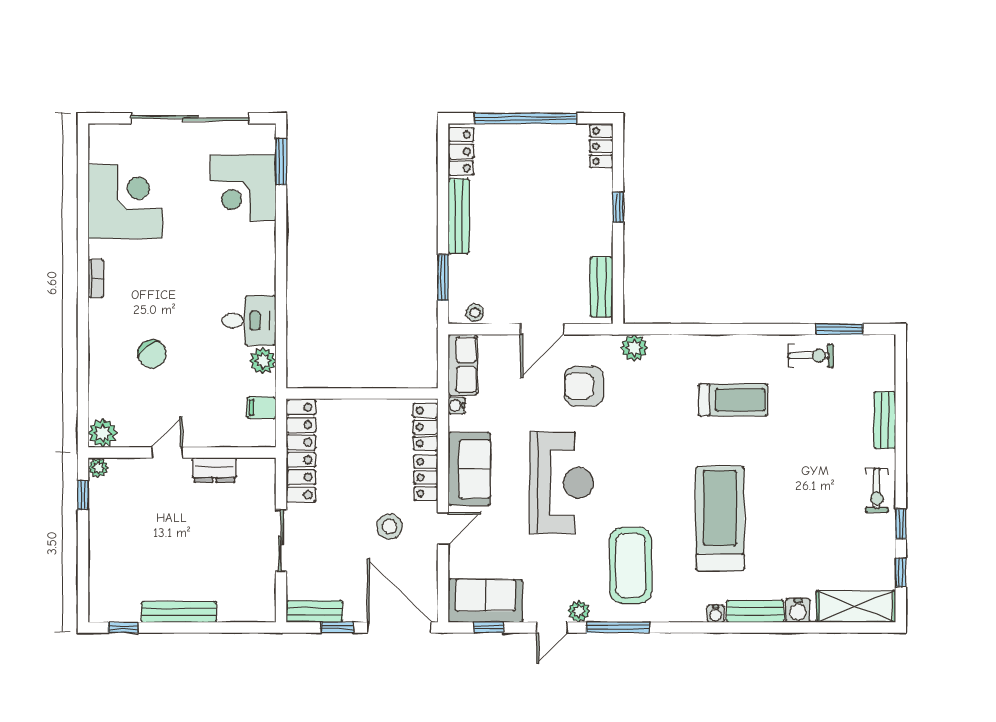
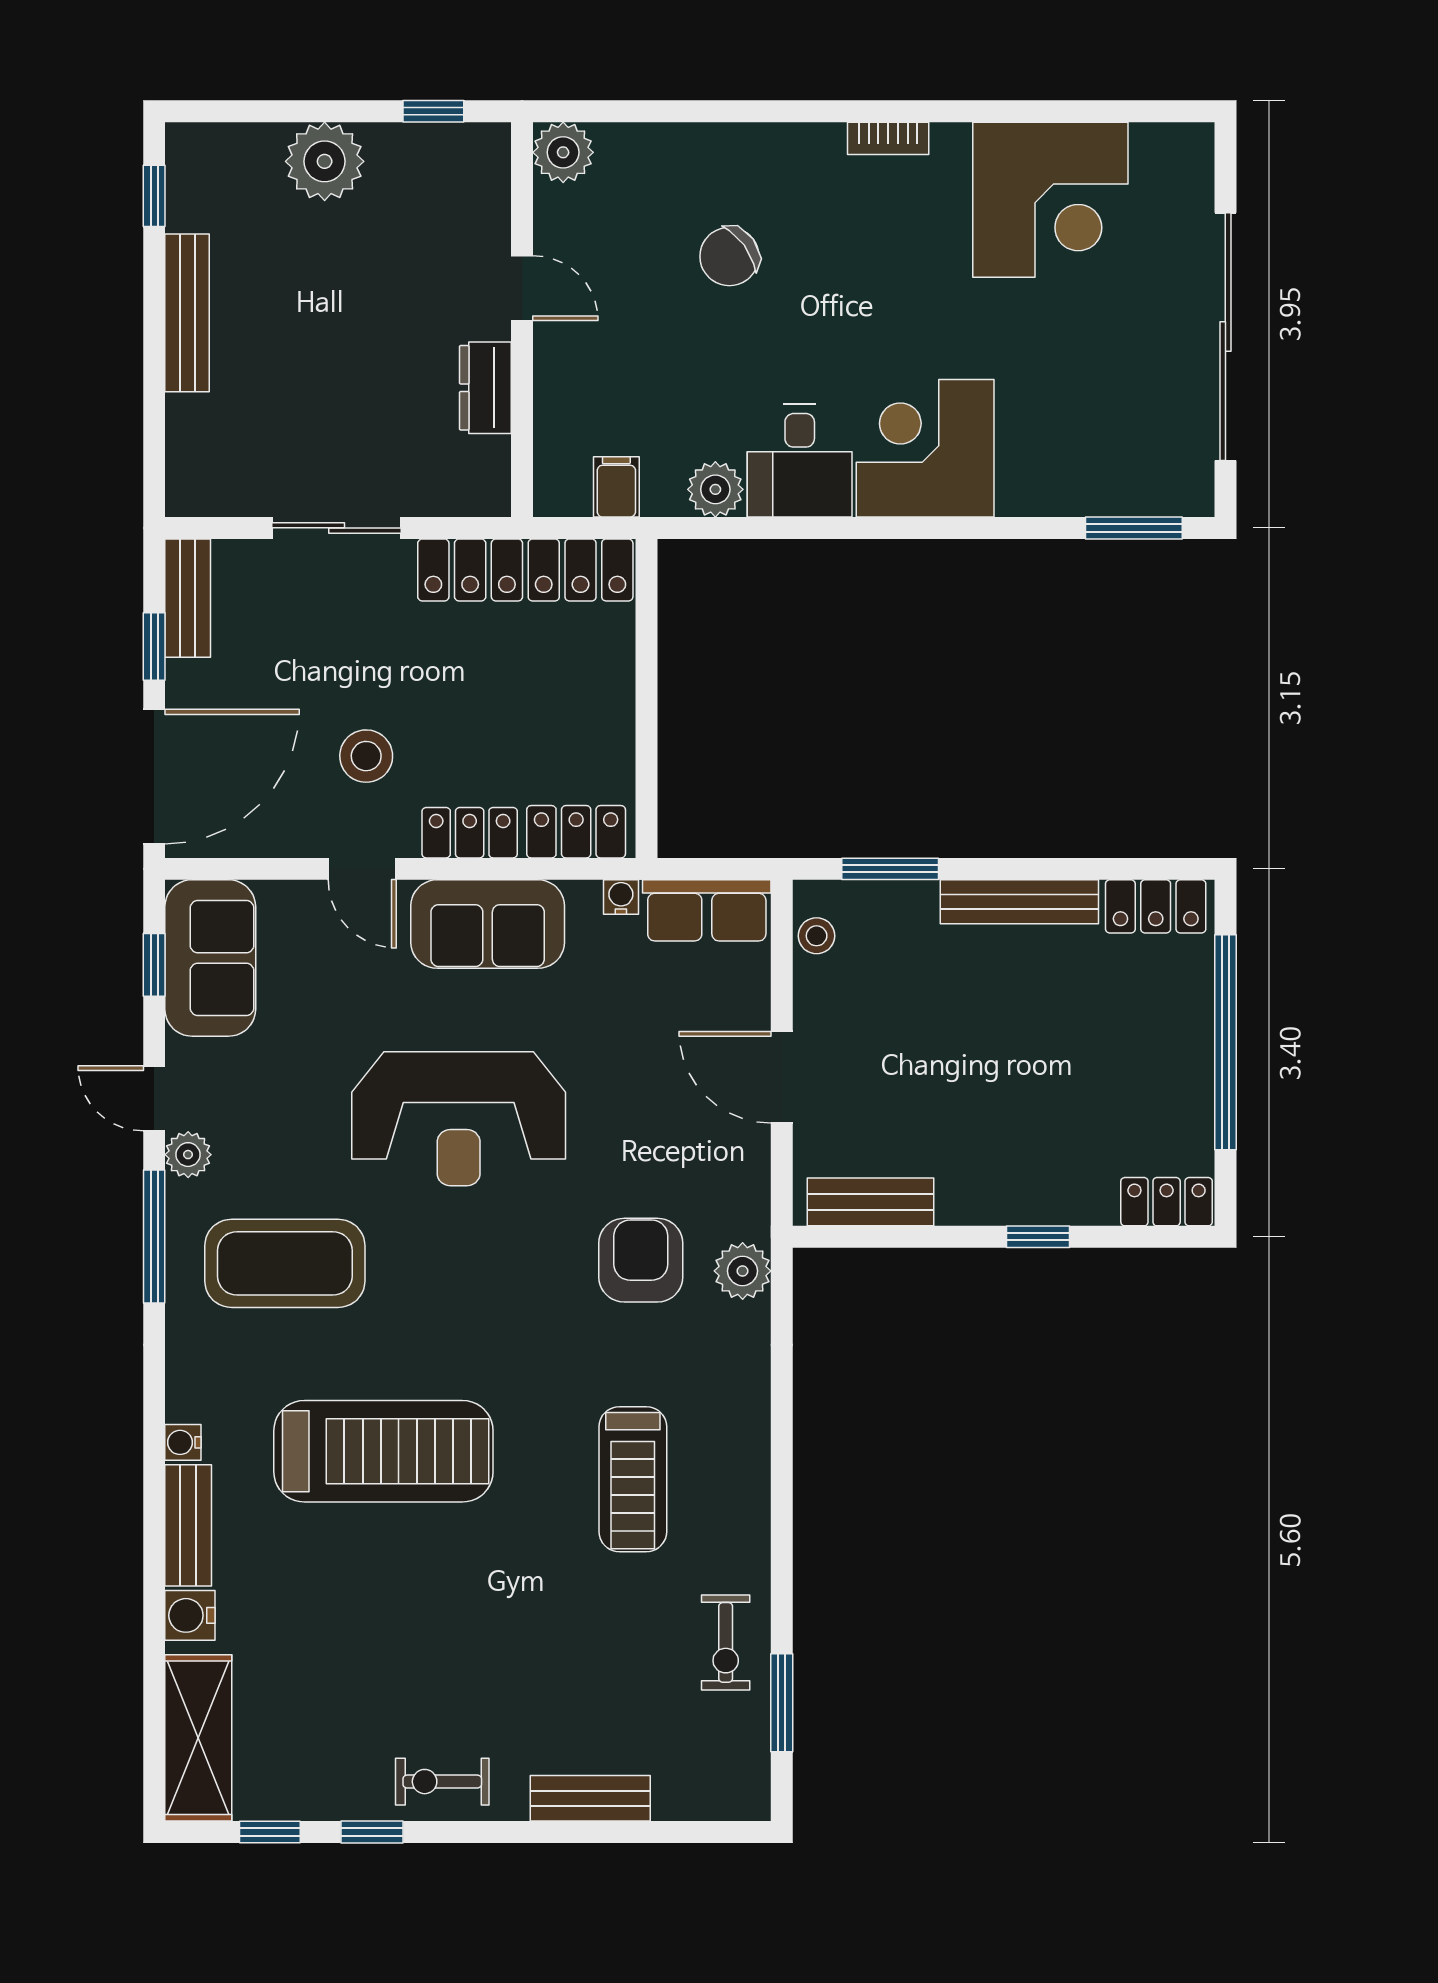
corner desk: (243, 188) -> (925, 448), moved
armchair: (584, 386) -> (641, 1260), moved
plant: (98, 468) -> (325, 161), moved, width x1.88, depth x1.88

